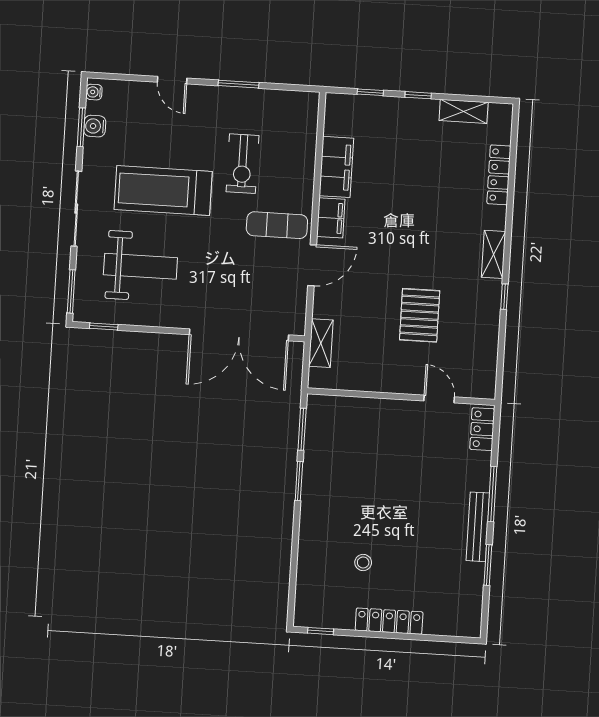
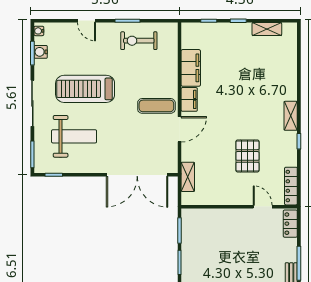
exercise bike: (242, 164) -> (139, 41), moved, turned 90
locker: (499, 175) -> (291, 186), moved

